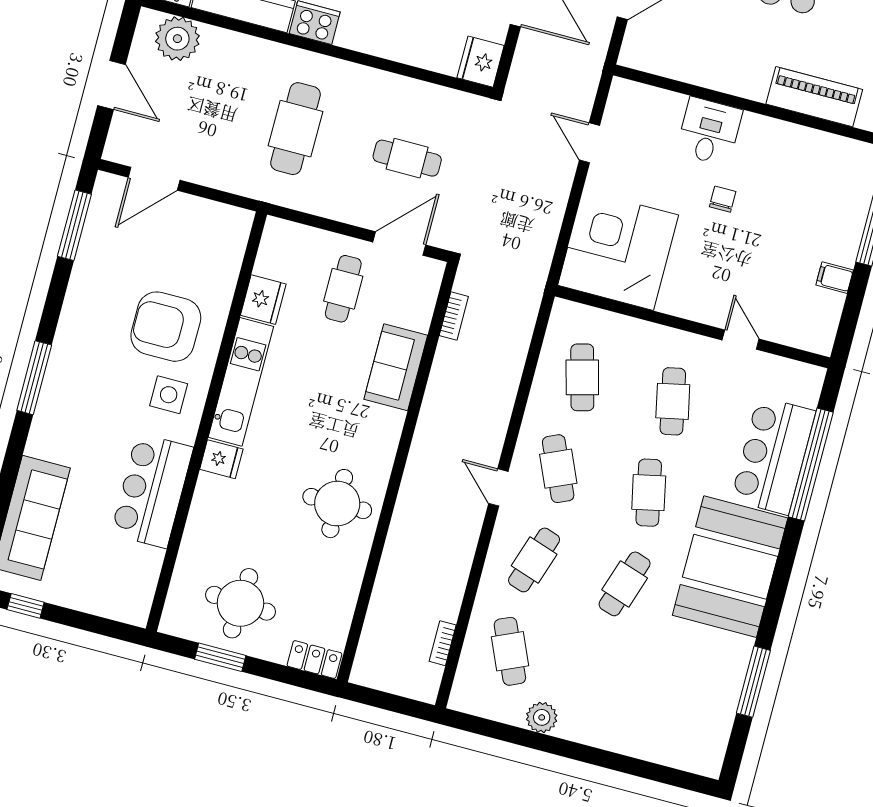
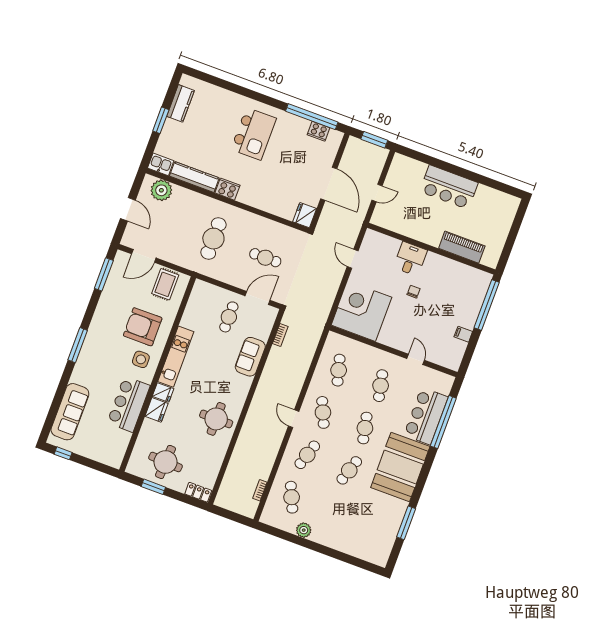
rug: (204, 234) -> (165, 284), added
fridge: (263, 300) -> (156, 410), moved

